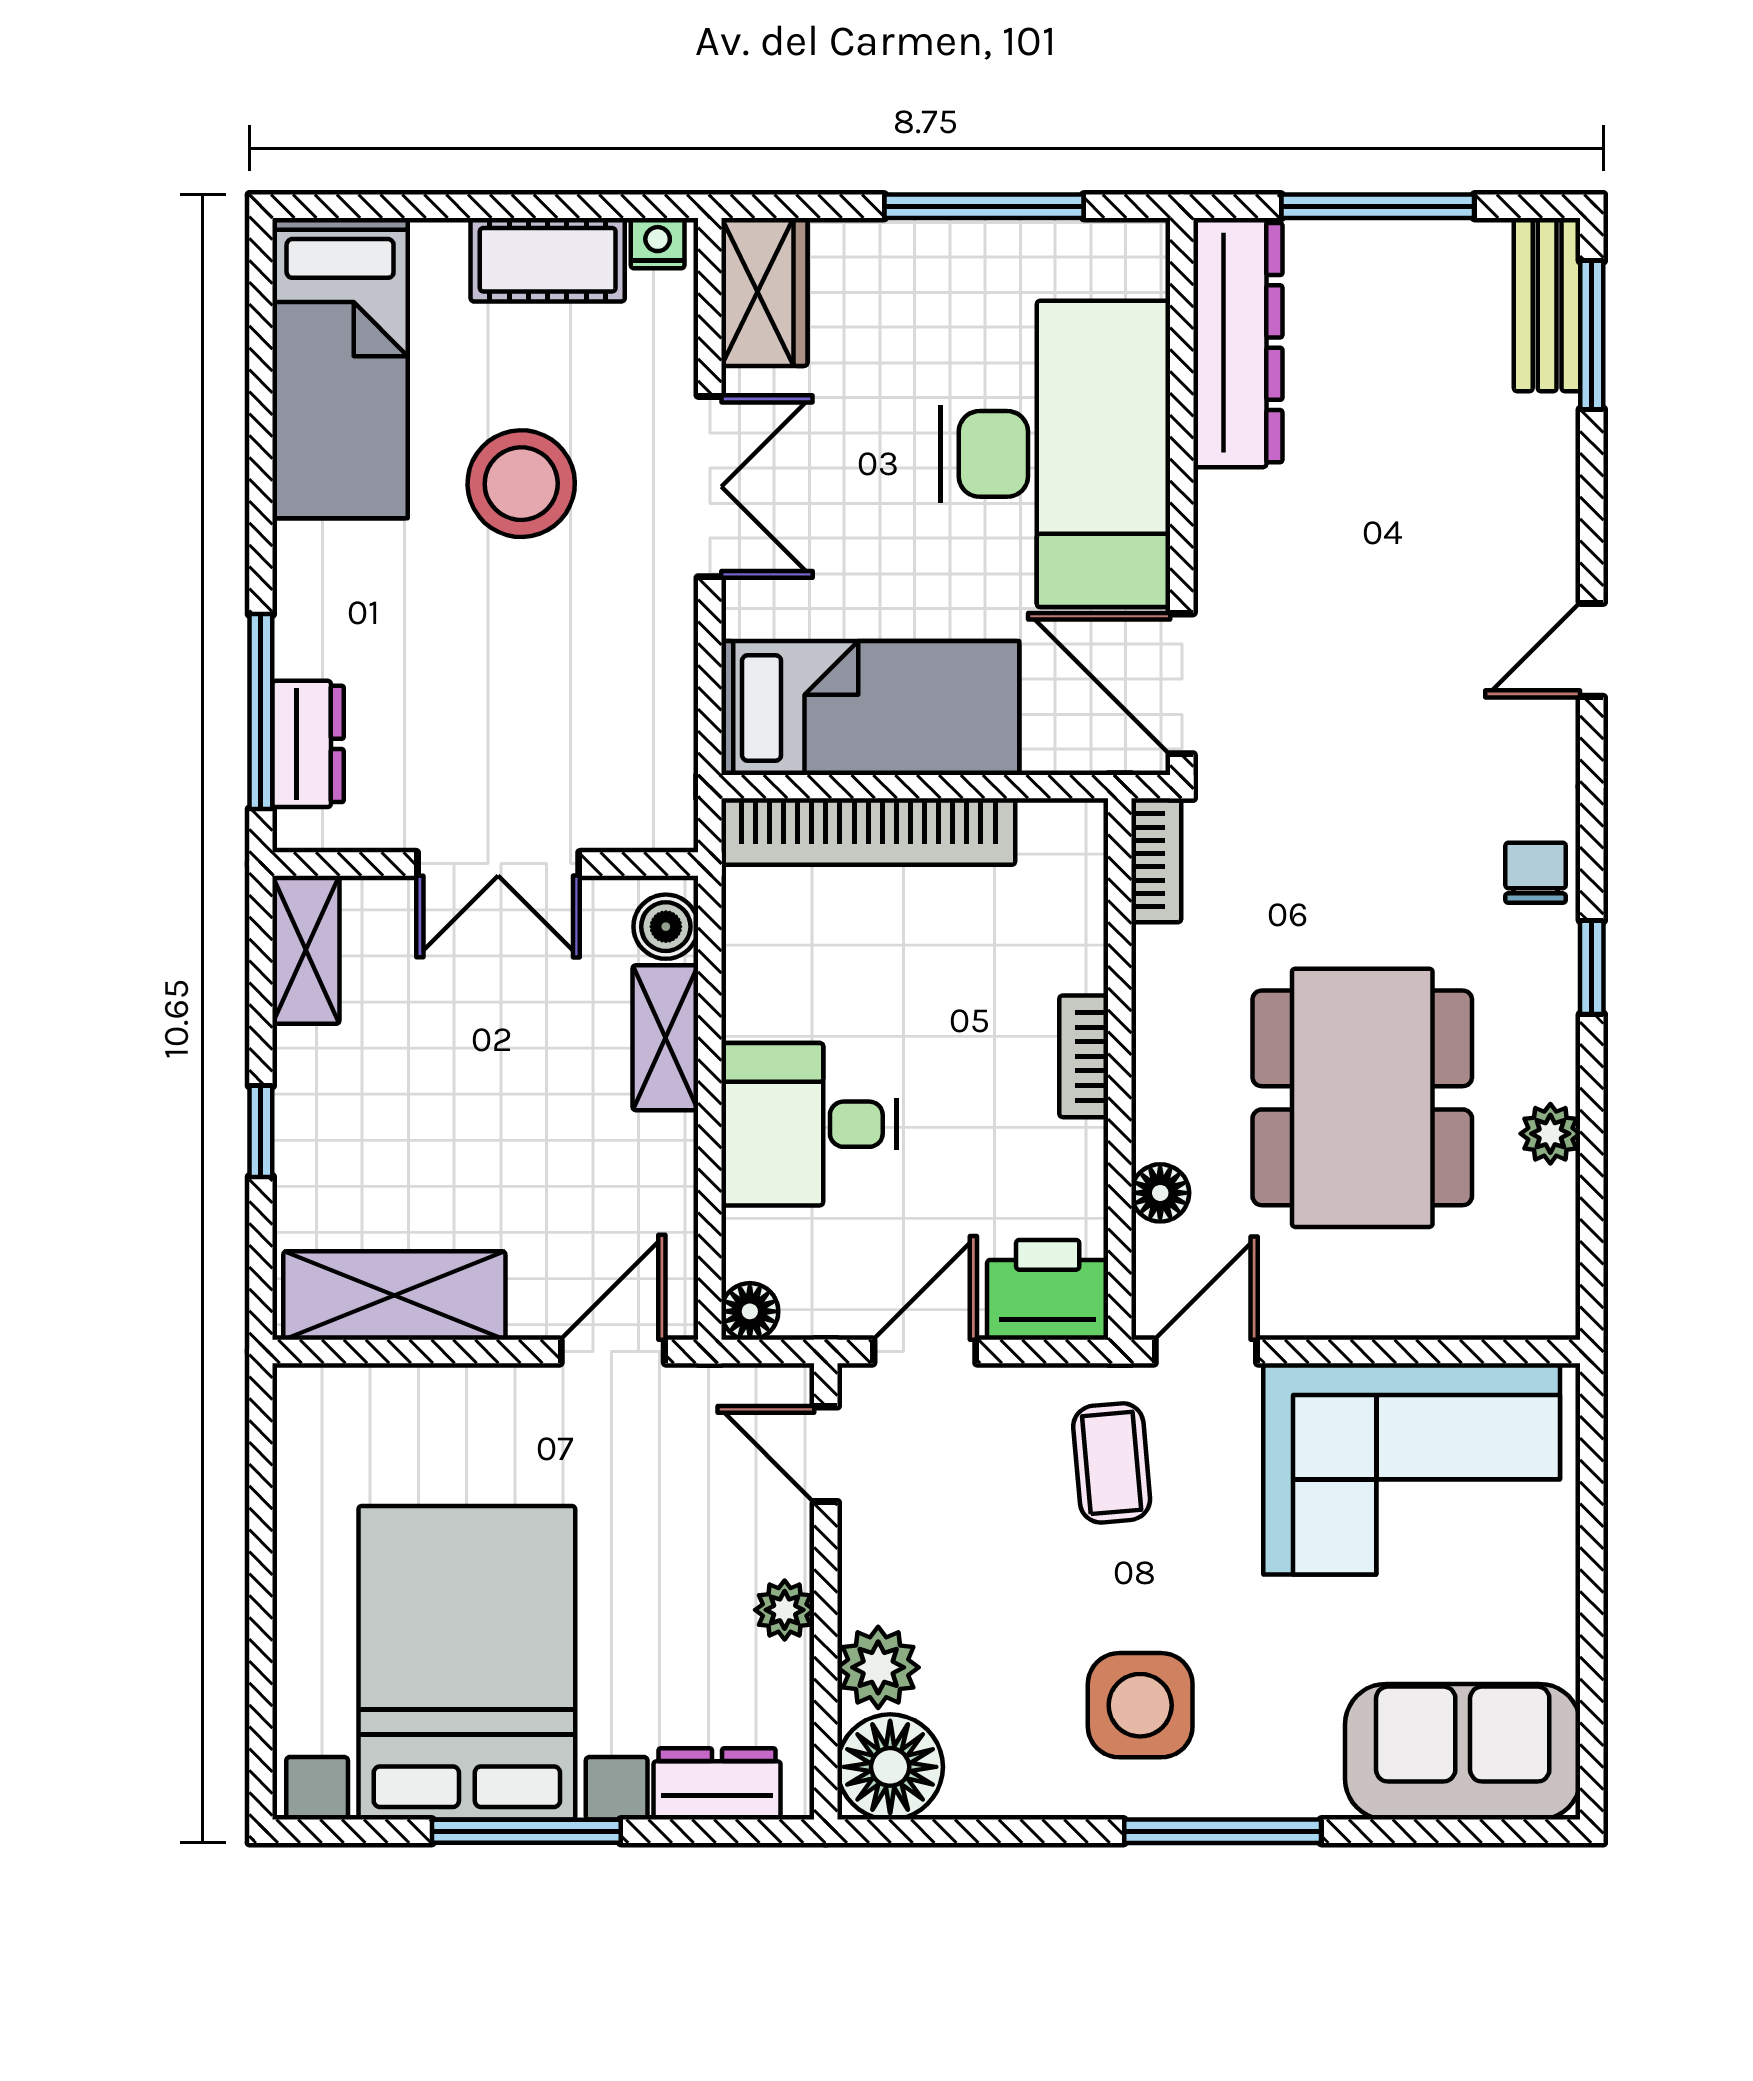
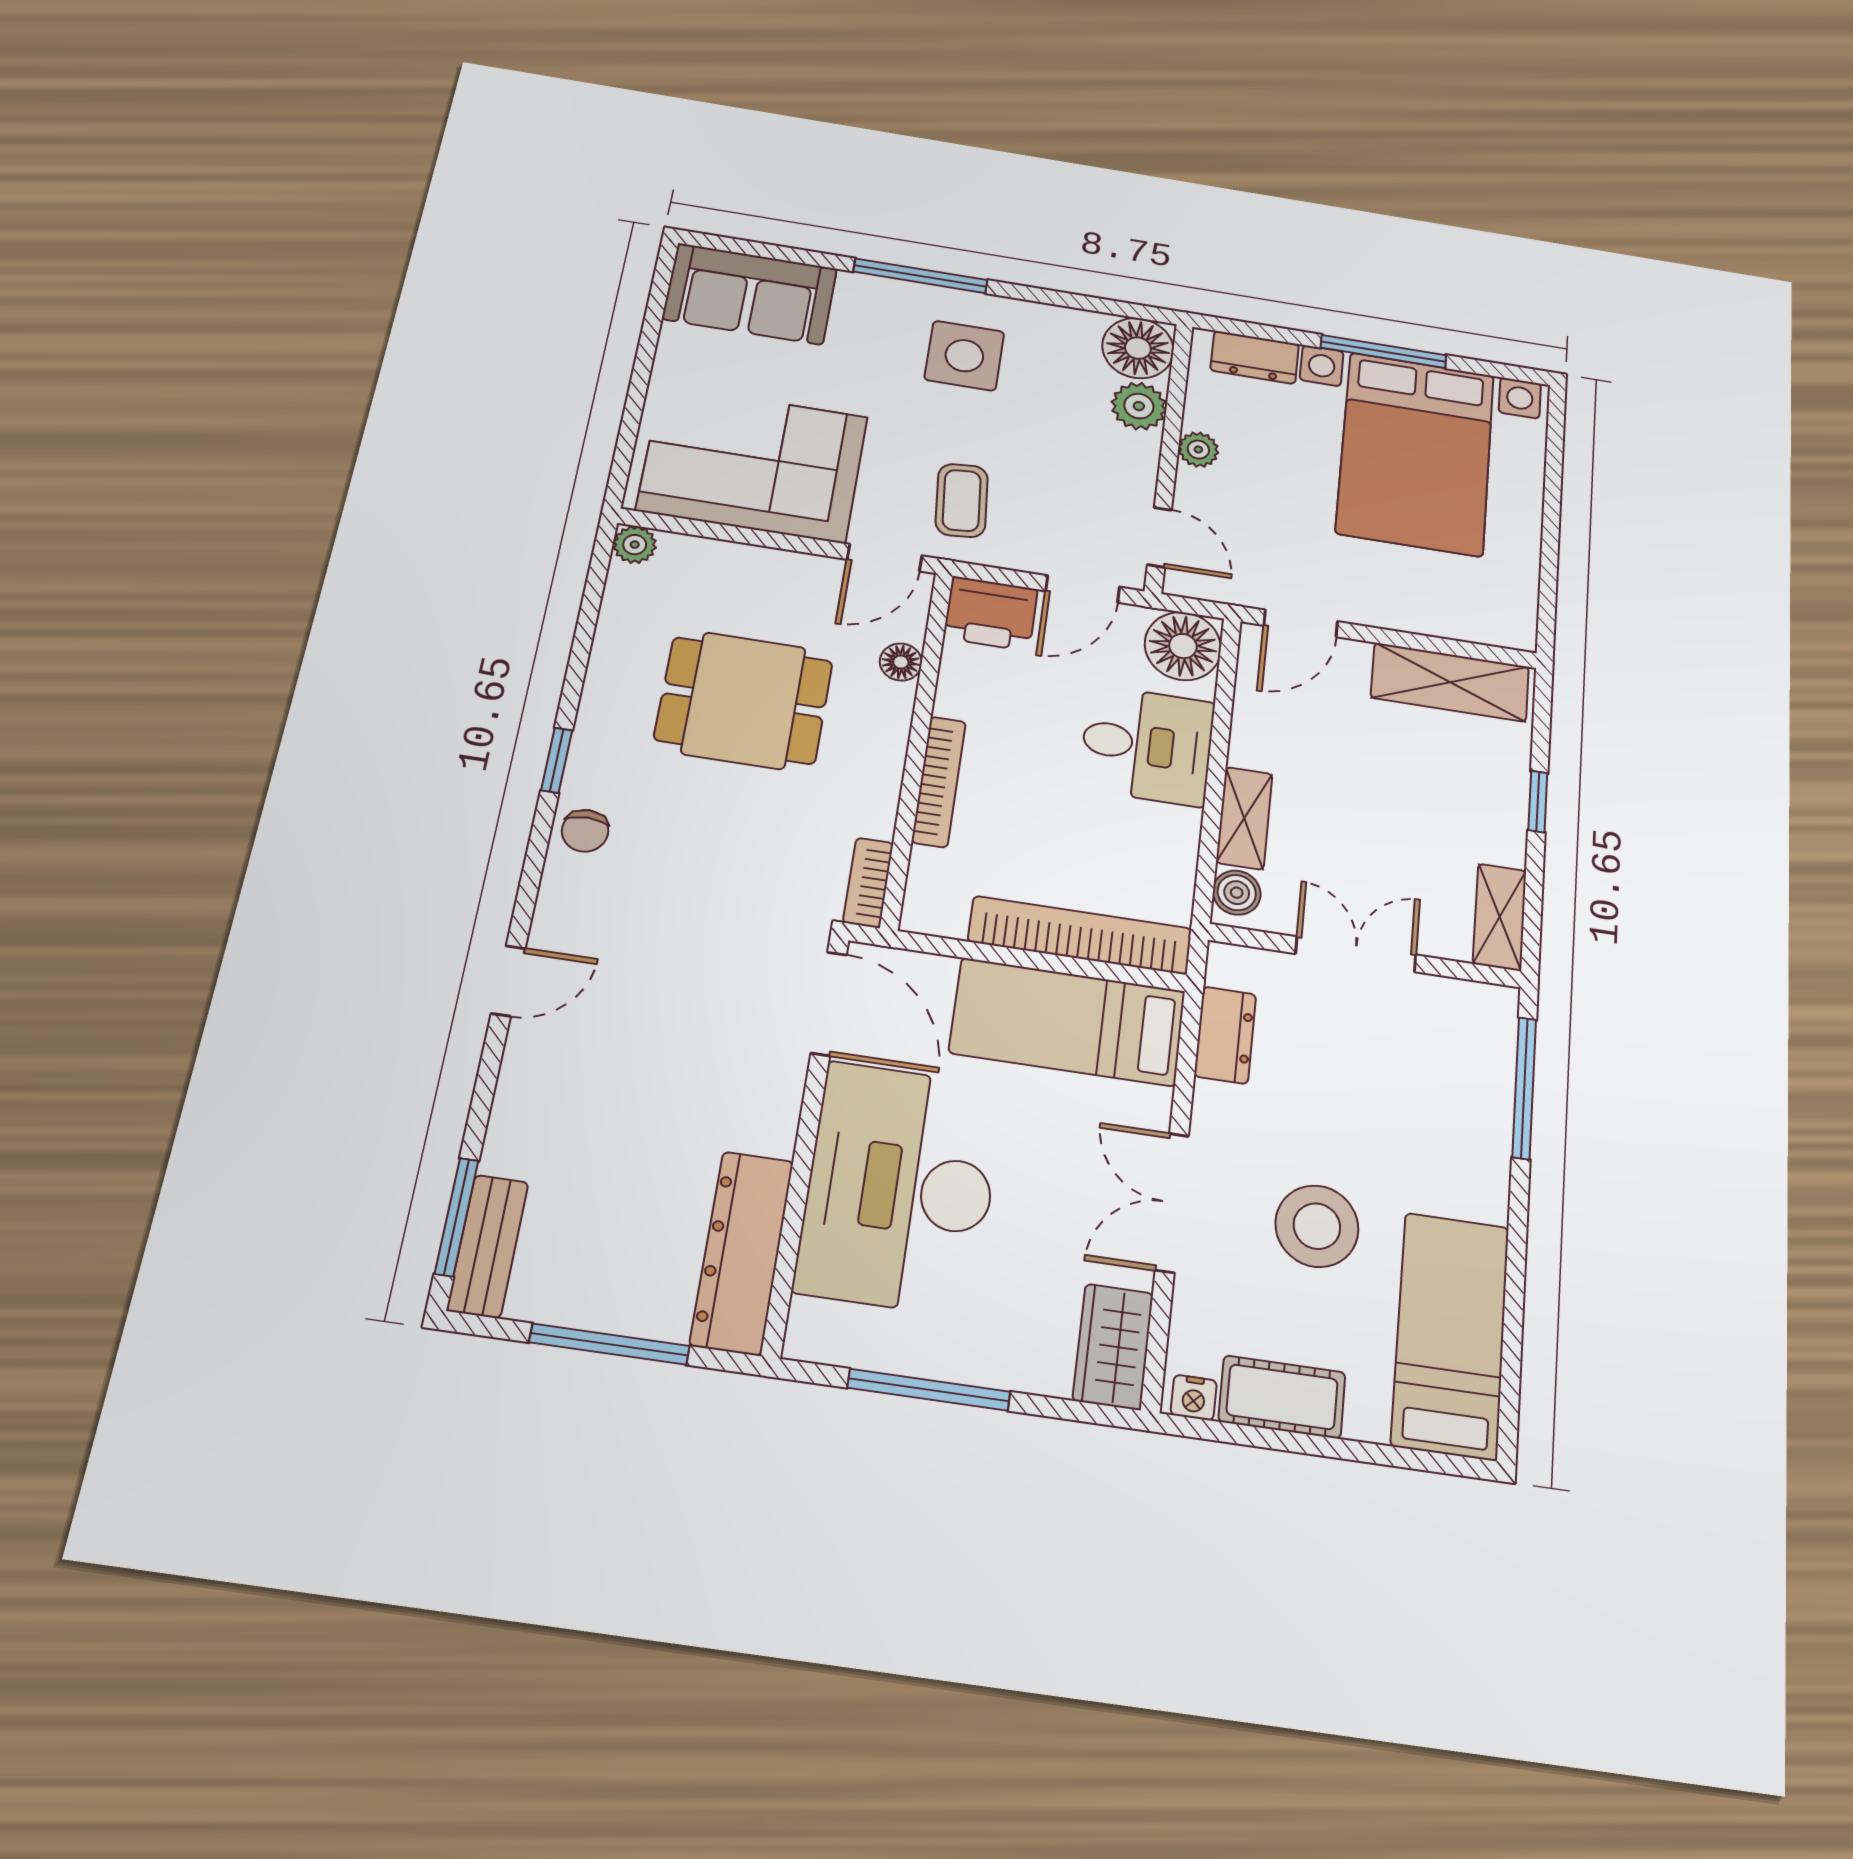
dresser: (308, 744) -> (1225, 1035), moved, turned 180
bookcase: (1084, 1056) -> (939, 782), width x1.56
dining table: (1362, 1098) -> (744, 700), width x0.73
plant: (1550, 1134) -> (635, 545), moved
floor lamp: (750, 1311) -> (1183, 646), width x1.89, depth x1.89

